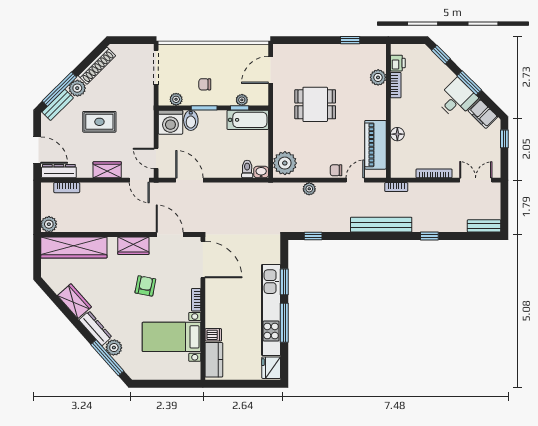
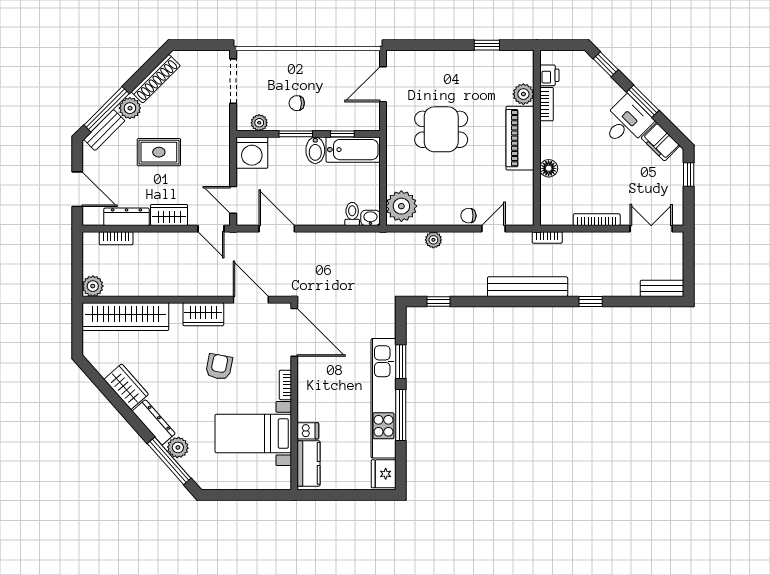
plant: (242, 100) -> (345, 123), removed
bidet: (191, 120) -> (315, 150), moved
piano: (375, 145) -> (520, 138), moved
dresser: (59, 171) -> (126, 217), moved

